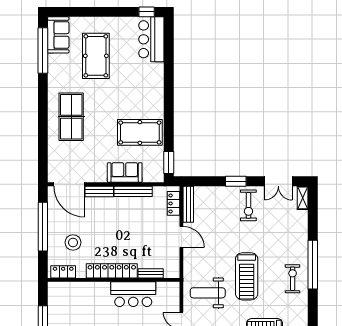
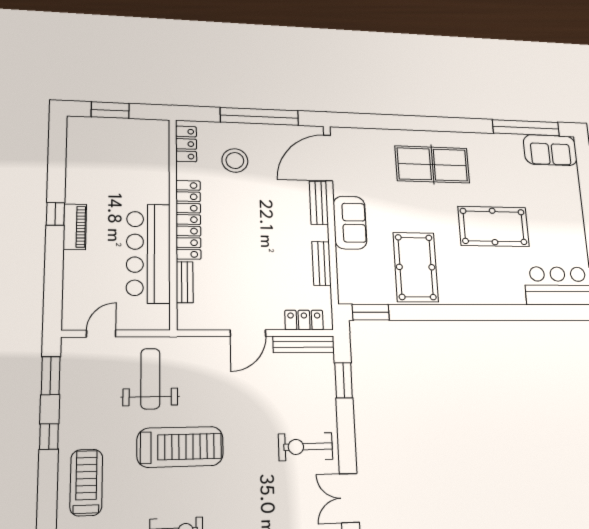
pool table: (96, 56) -> (494, 226), moved
sofa: (125, 173) -> (350, 223), moved
window: (236, 181) -> (344, 380), moved
bench: (133, 191) -> (322, 263), width x0.73
treadmill: (247, 276) -> (180, 447), turned 180
bar counter: (133, 294) -> (148, 253), width x1.36

